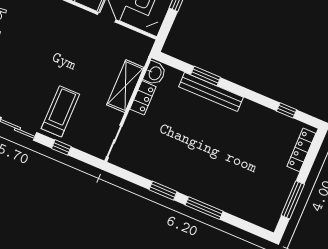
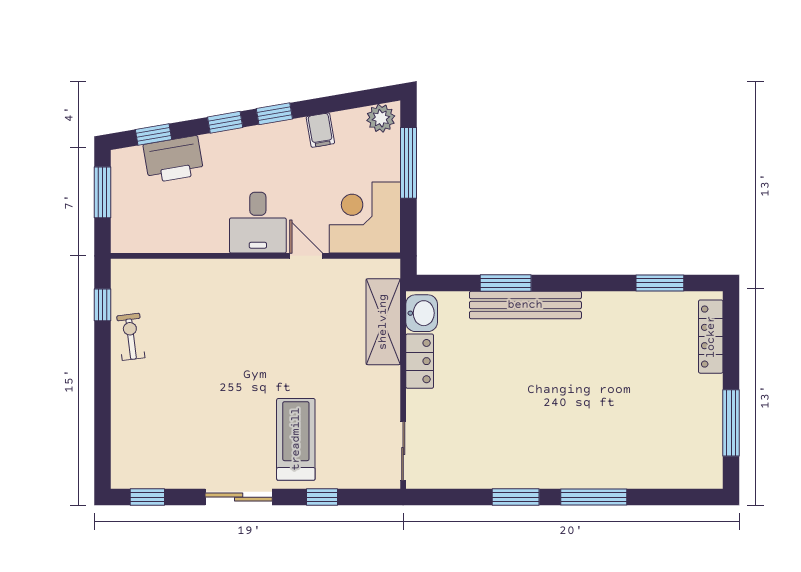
shelving: (125, 86) -> (383, 322), moved
window: (287, 110) -> (660, 283), width x1.50

